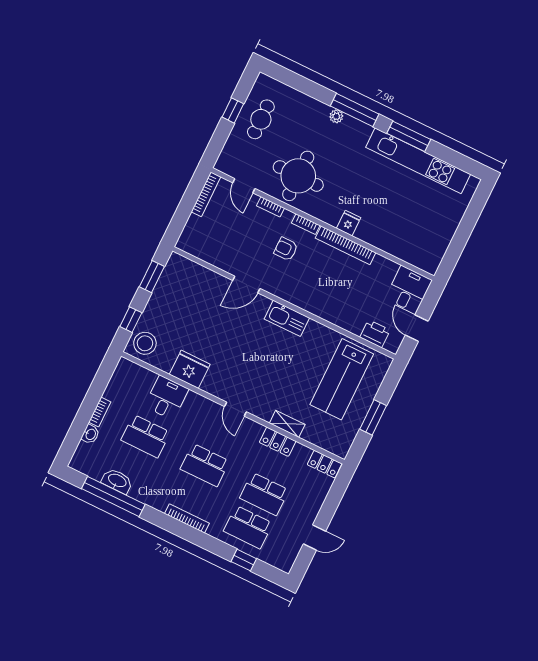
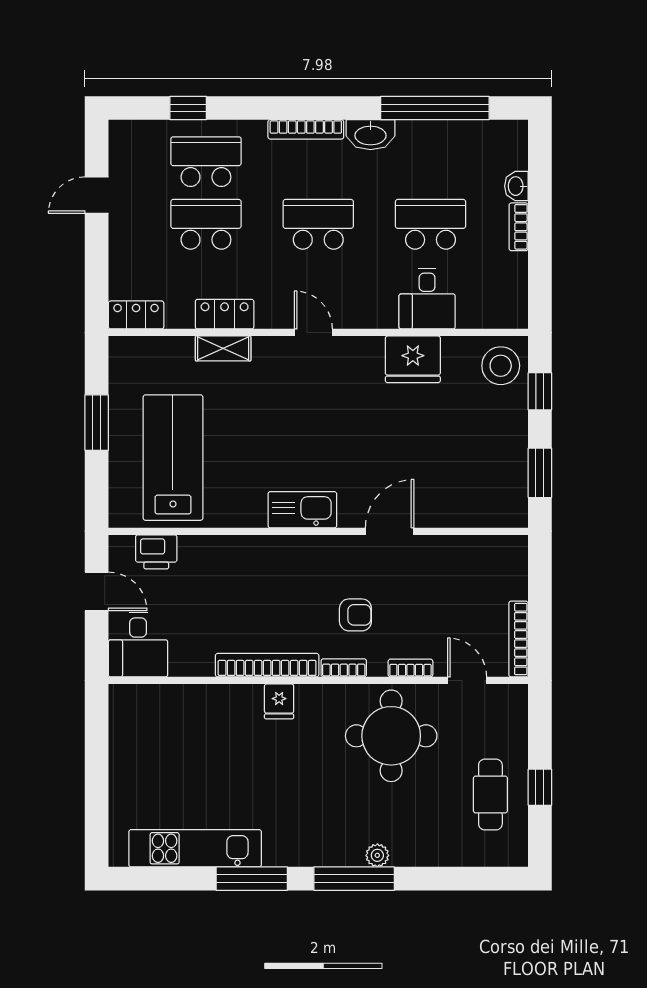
kitchen unit: (418, 161) -> (195, 848), width x0.73
washbasin: (117, 481) -> (371, 135), moved

